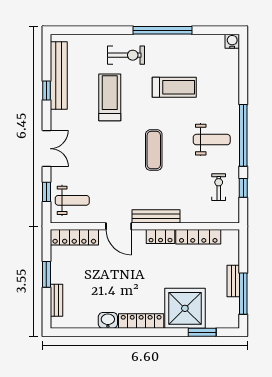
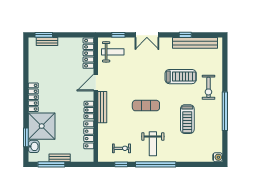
weight bench: (72, 200) -> (113, 52), turned -90
window: (46, 274) -> (44, 35), moved
washbasin: (108, 320) -> (34, 146), moved

